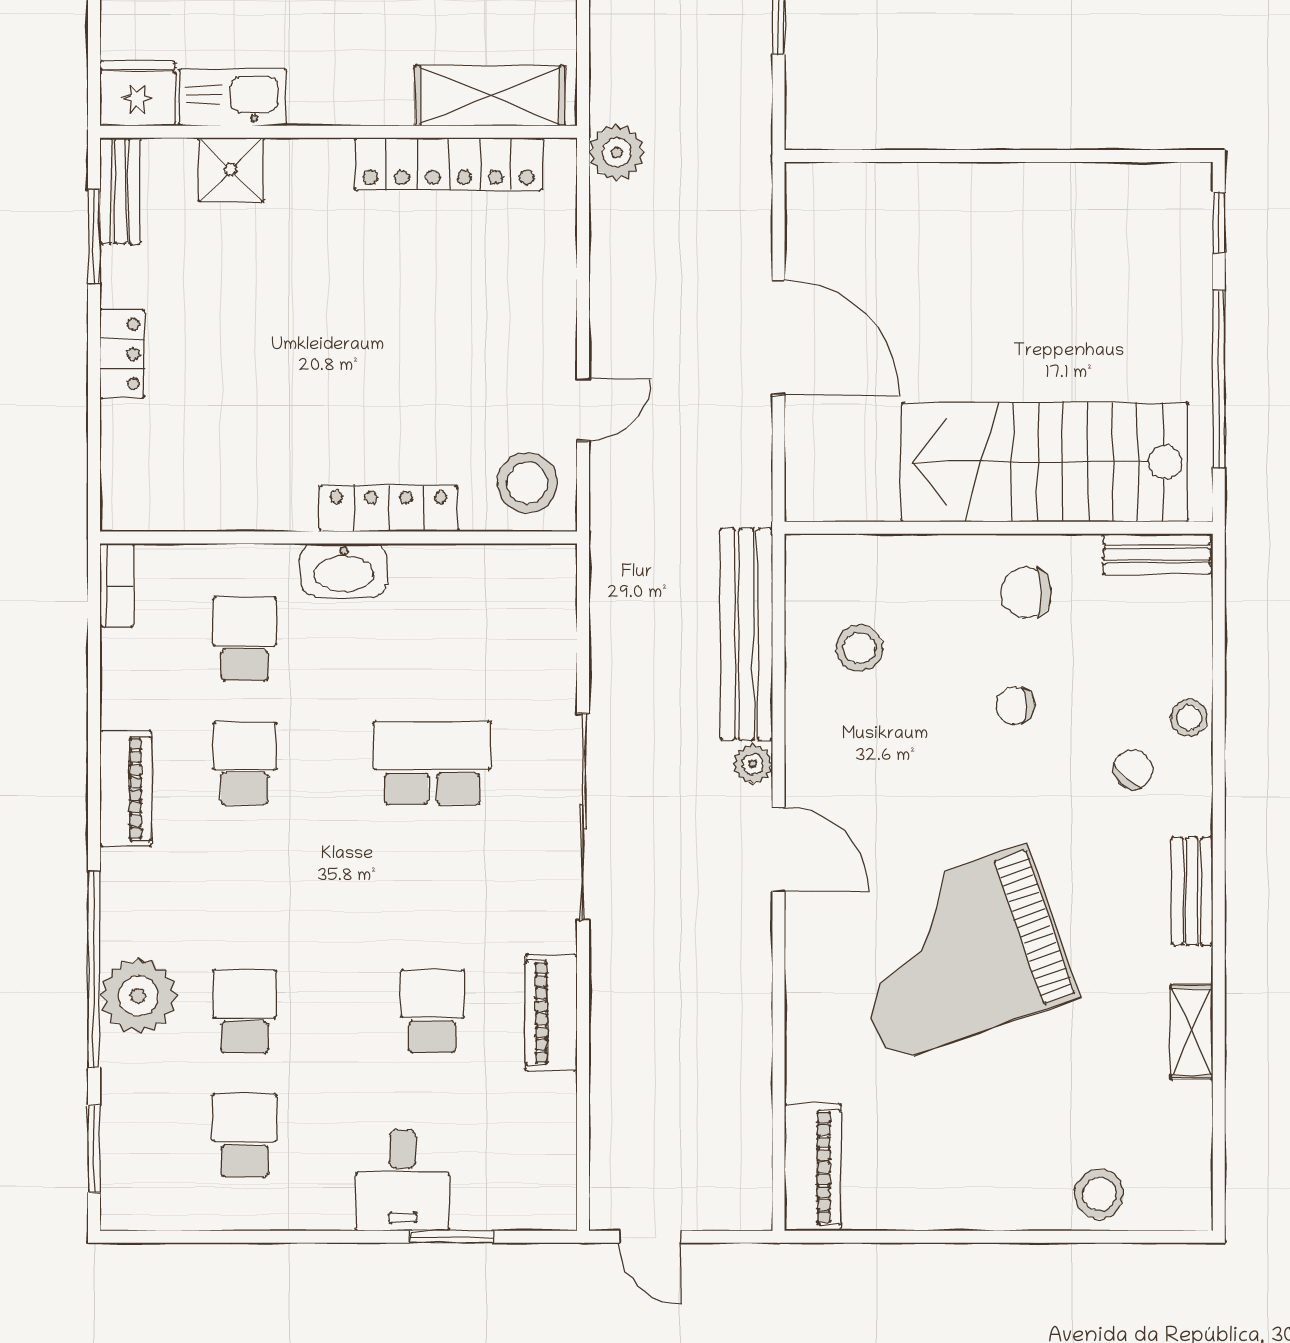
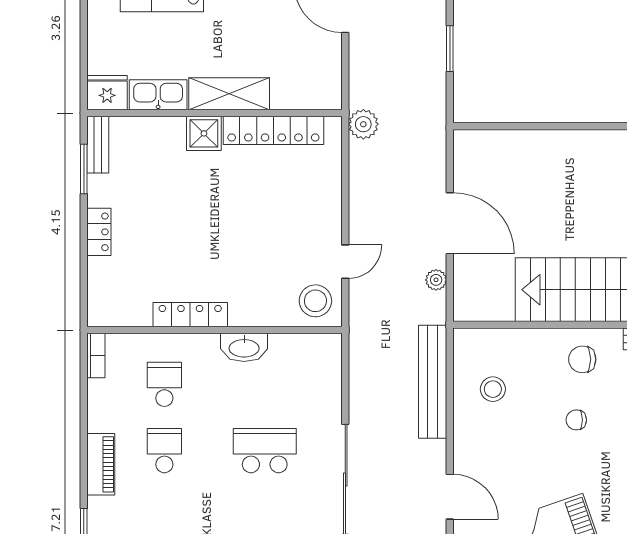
shelving: (490, 96) -> (229, 94), moved
shower: (231, 170) -> (204, 133), moved
locker: (389, 509) -> (190, 315), moved
washbasin: (344, 570) -> (244, 347), moved
plant: (753, 764) -> (436, 280), moved

